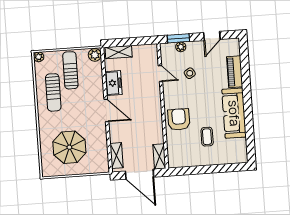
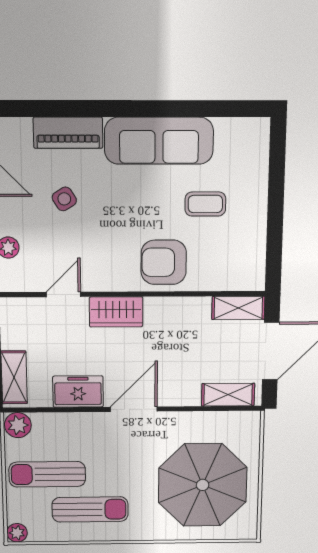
side table: (190, 73) -> (64, 199), moved
wardrobe: (154, 99) -> (116, 312), added
parasol: (69, 147) -> (203, 485), width x1.36, depth x1.36

